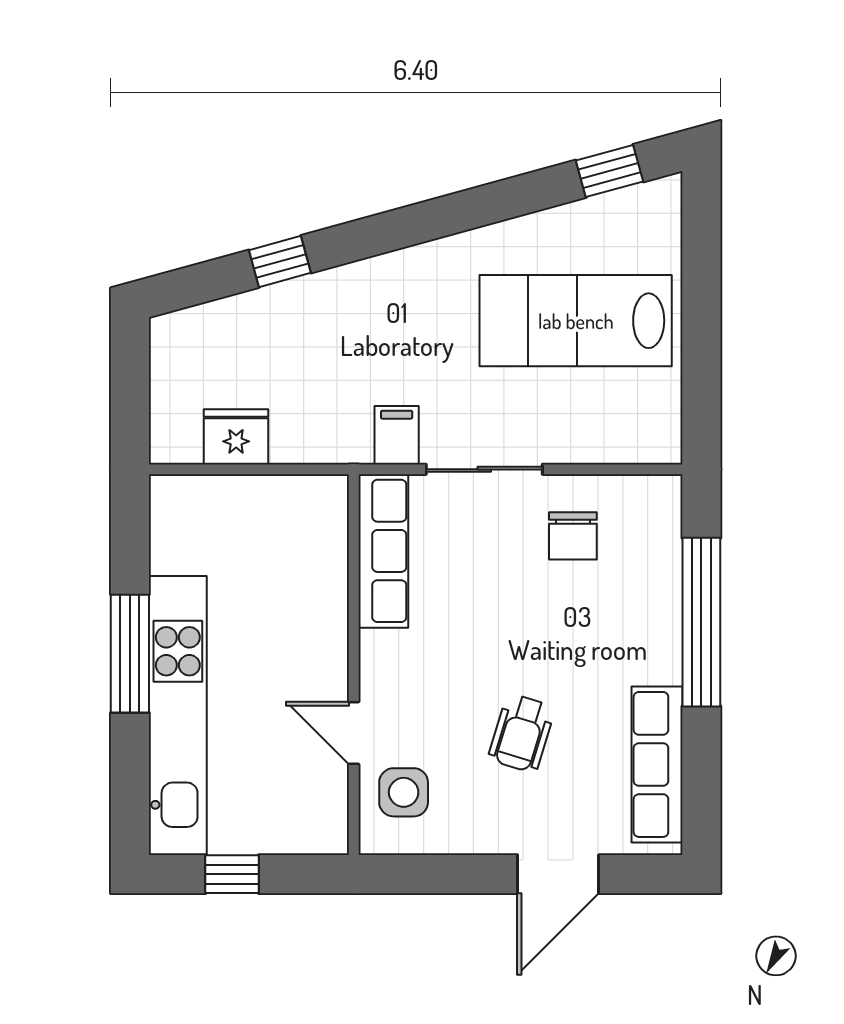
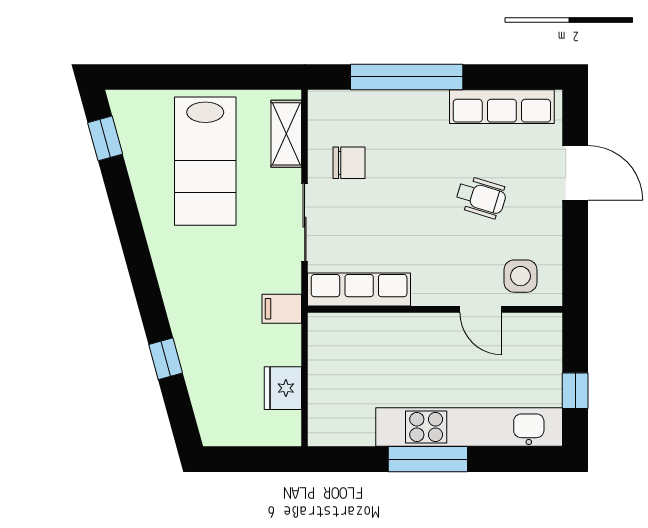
filing cabinet: (397, 435) -> (282, 309), moved
shelving: (616, 442) -> (286, 134), added
door: (354, 733) -> (481, 309), hinge flipped

